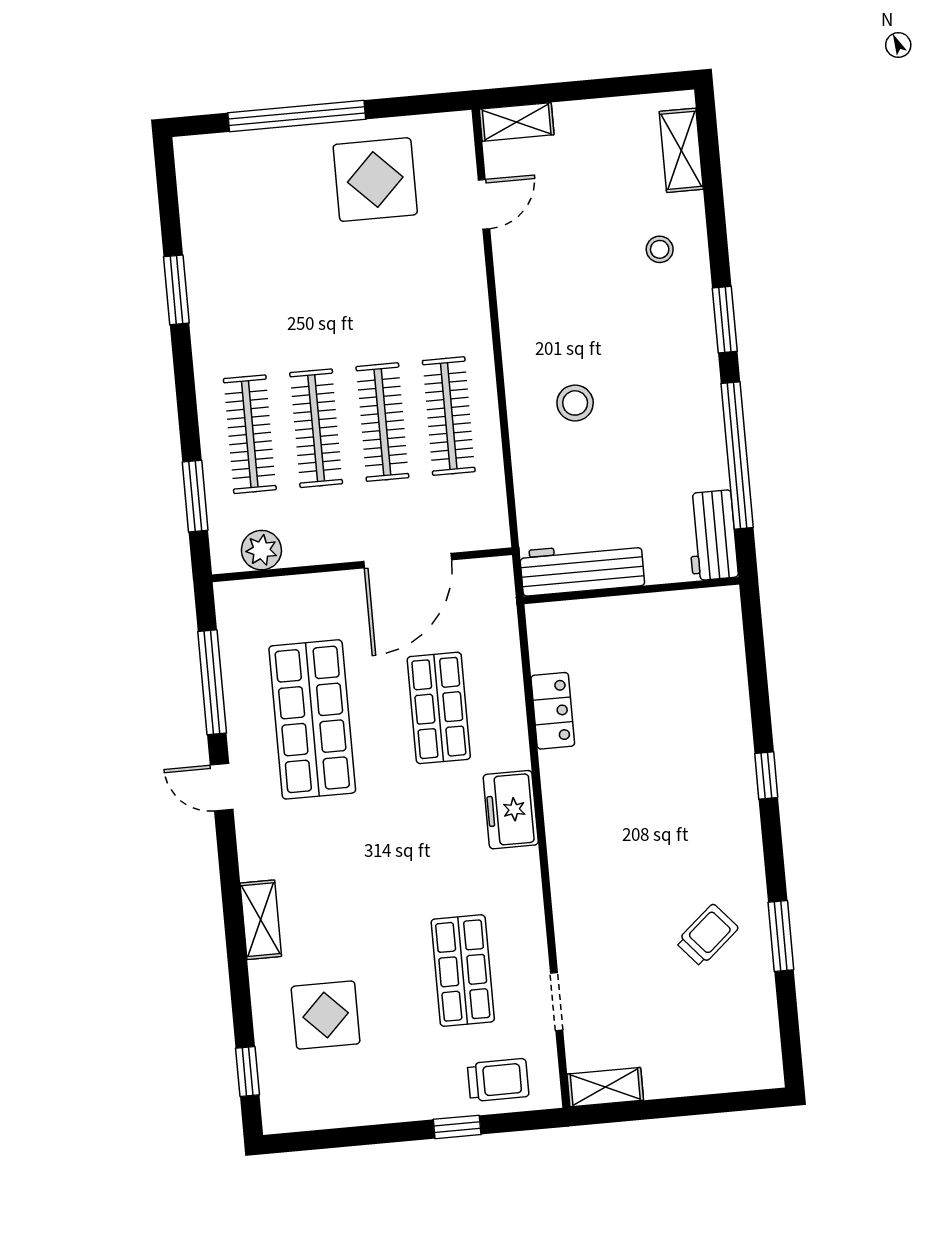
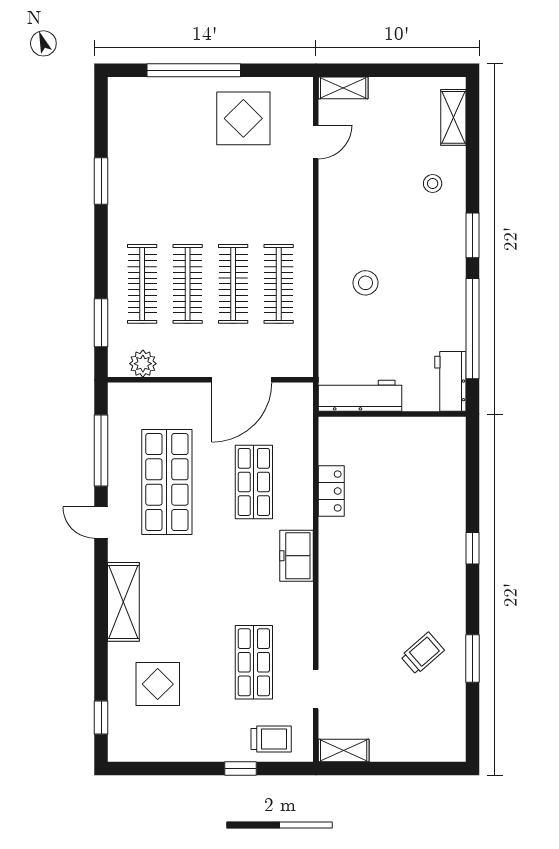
shelving: (261, 920) -> (123, 602), width x1.50, depth x1.33

